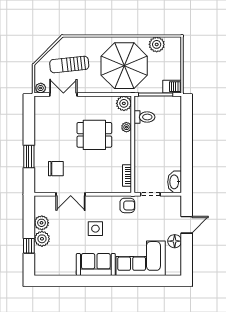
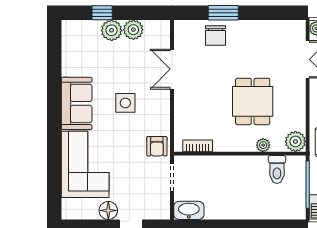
chair: (56, 169) -> (216, 36), moved

